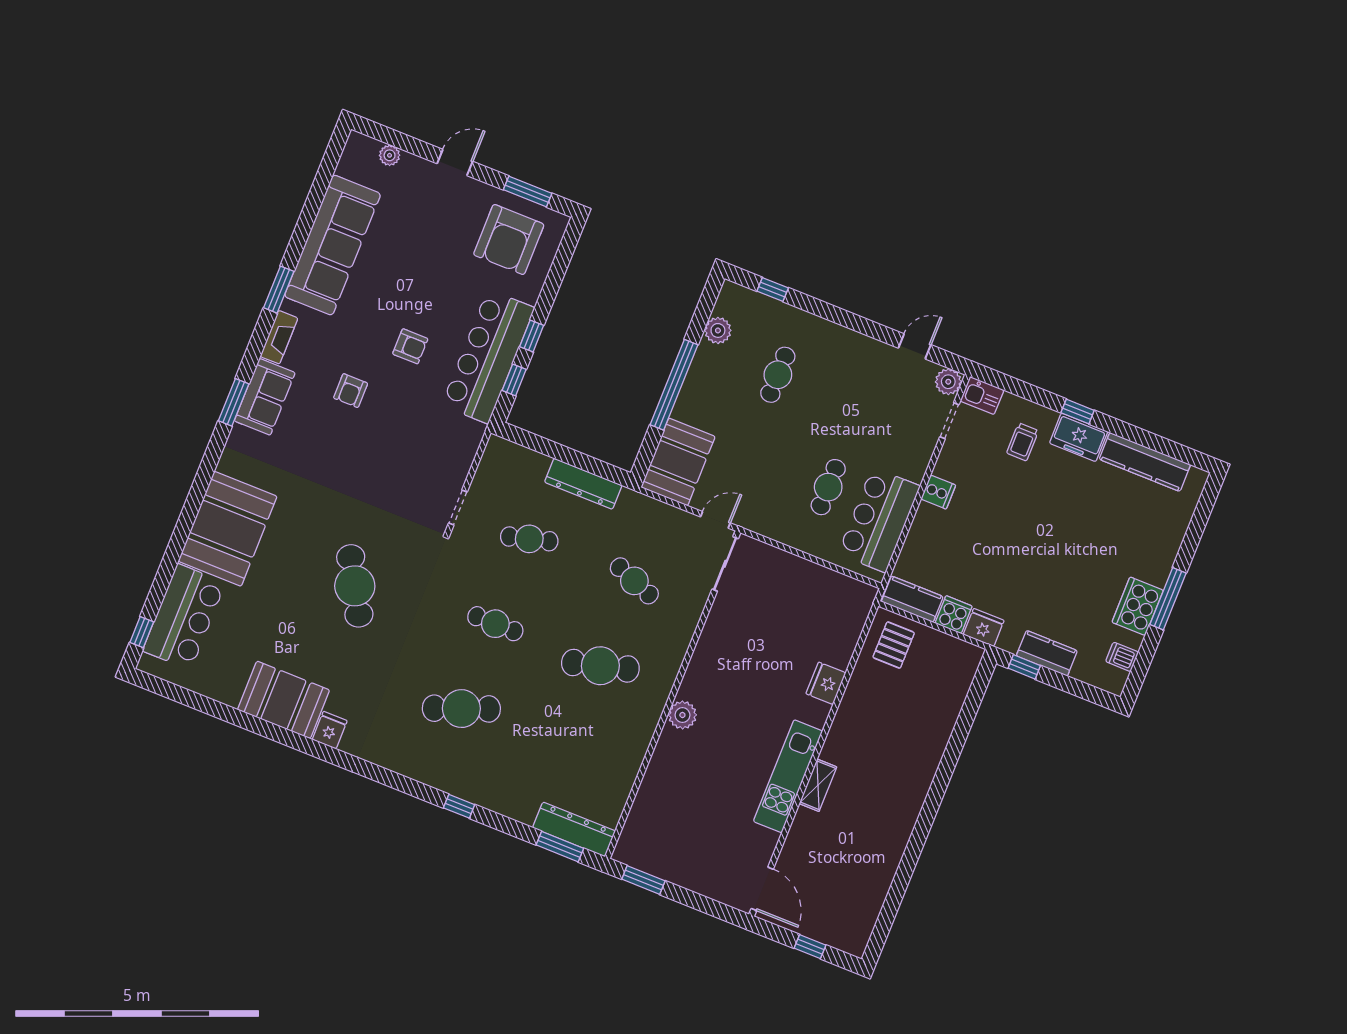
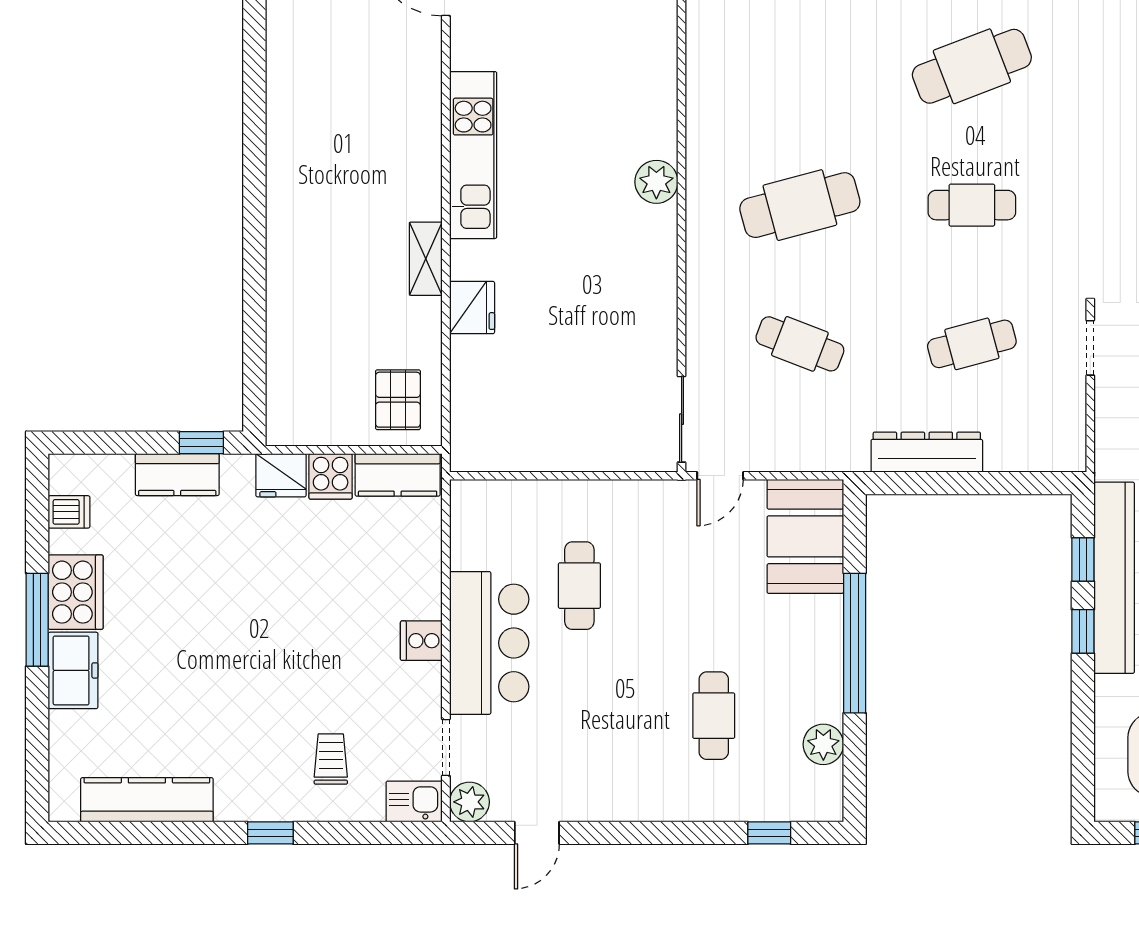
freezer: (1079, 437) -> (73, 670), moved, turned 90
bar counter: (879, 520) -> (489, 643), moved
shelving: (818, 785) -> (426, 259), moved

